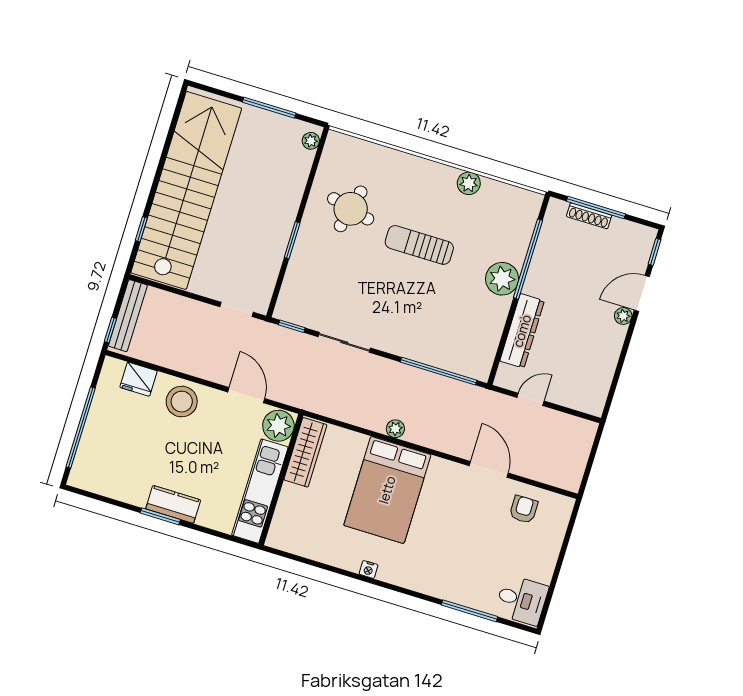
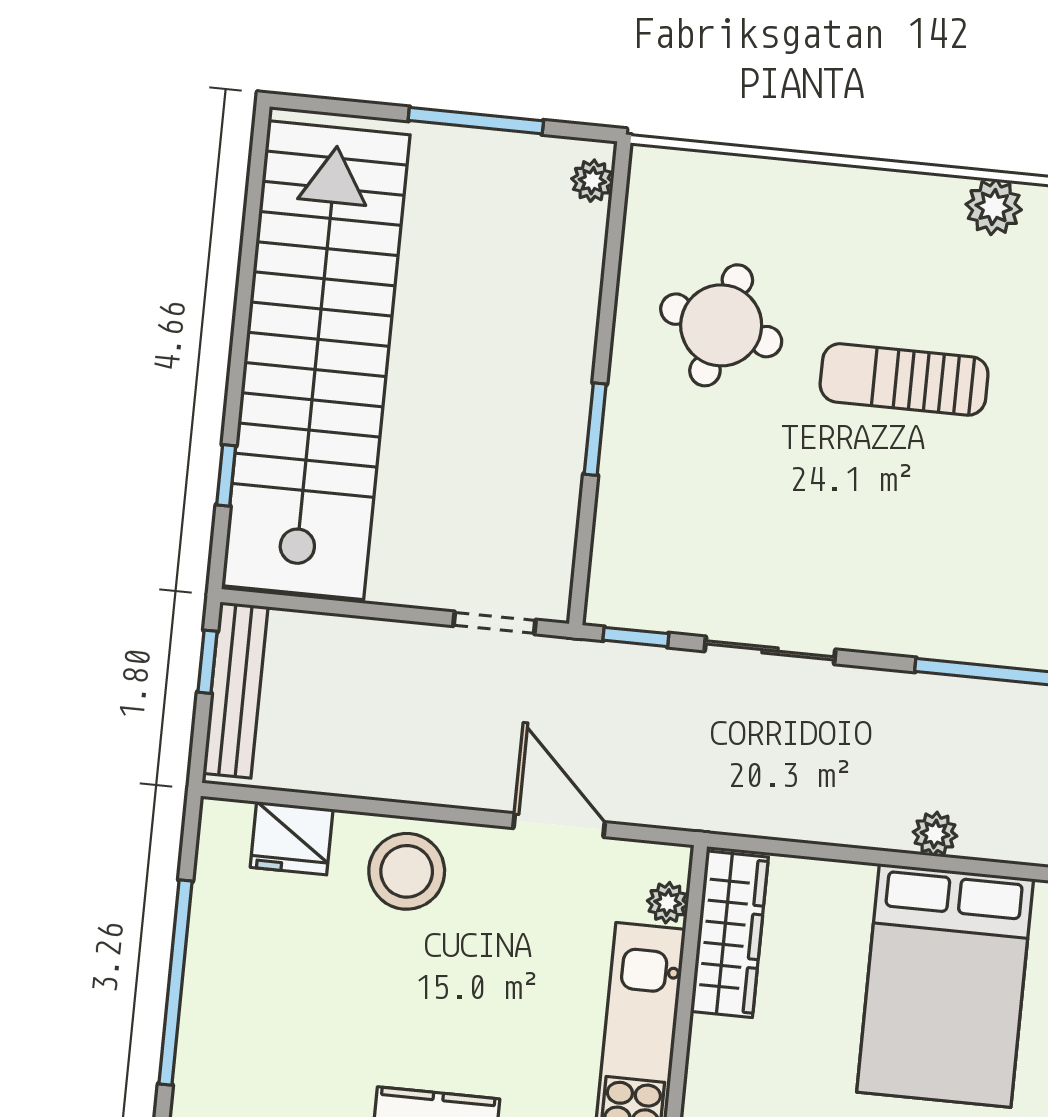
window: (110, 330) -> (208, 662), moved
plant: (278, 426) -> (668, 903), width x0.53, depth x0.53

